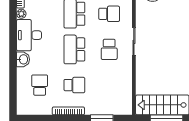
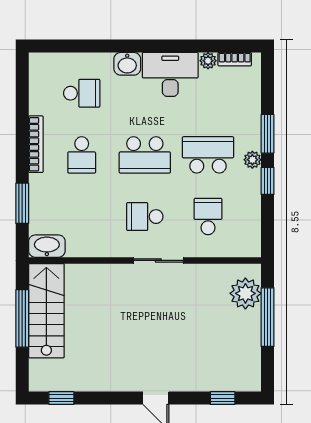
school desk: (109, 14) -> (208, 217), turned 180
school desk: (74, 49) -> (145, 155), turned 180
washbasin: (126, 105) -> (47, 246), added

